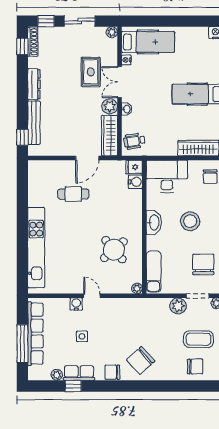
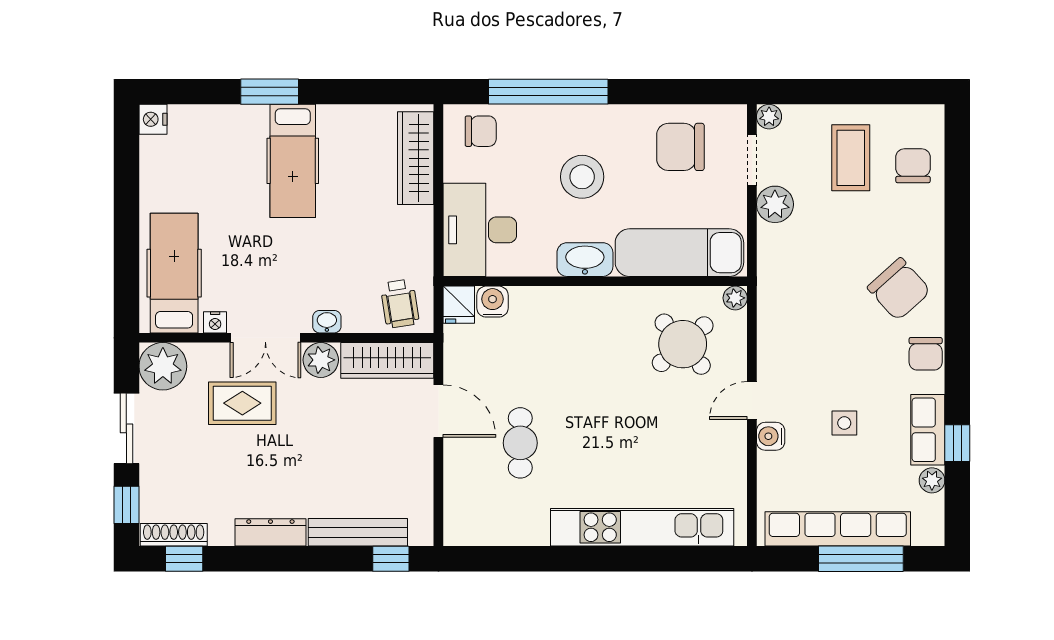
plant: (112, 32) -> (163, 366), width x1.87, depth x1.87
round table: (114, 250) -> (683, 344), moved
exam couch: (154, 271) -> (679, 253), width x1.36, depth x1.45

